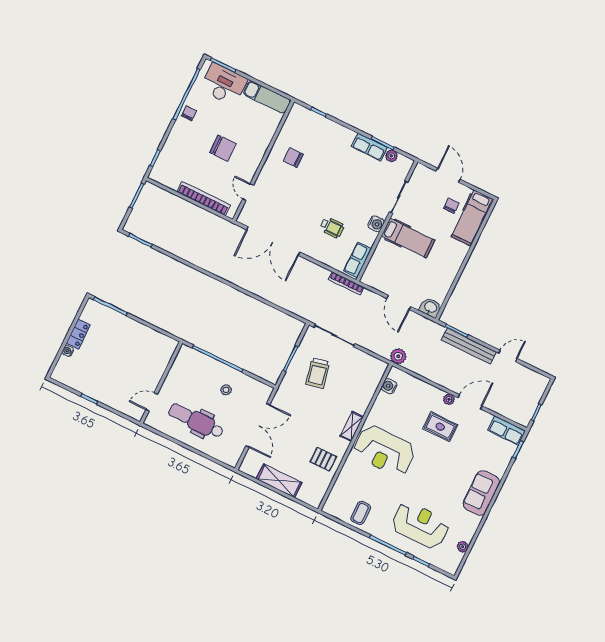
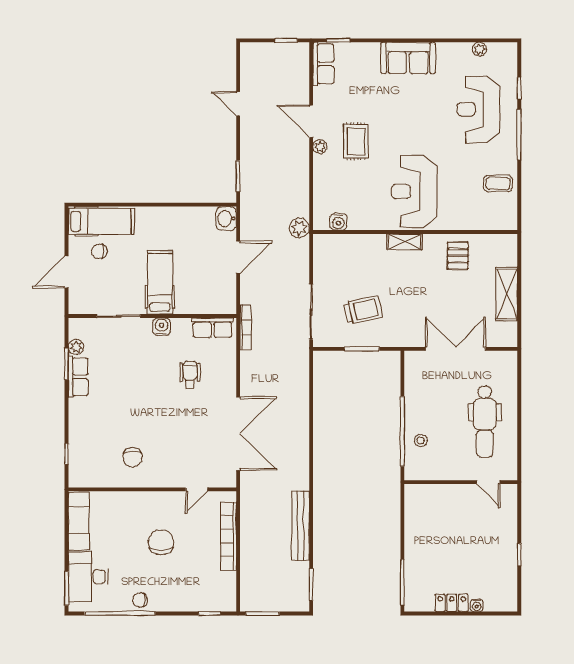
bench: (469, 346) -> (301, 526), moved
stool: (226, 390) -> (421, 440), moved
reception desk: (384, 451) -> (414, 191), turned 180

